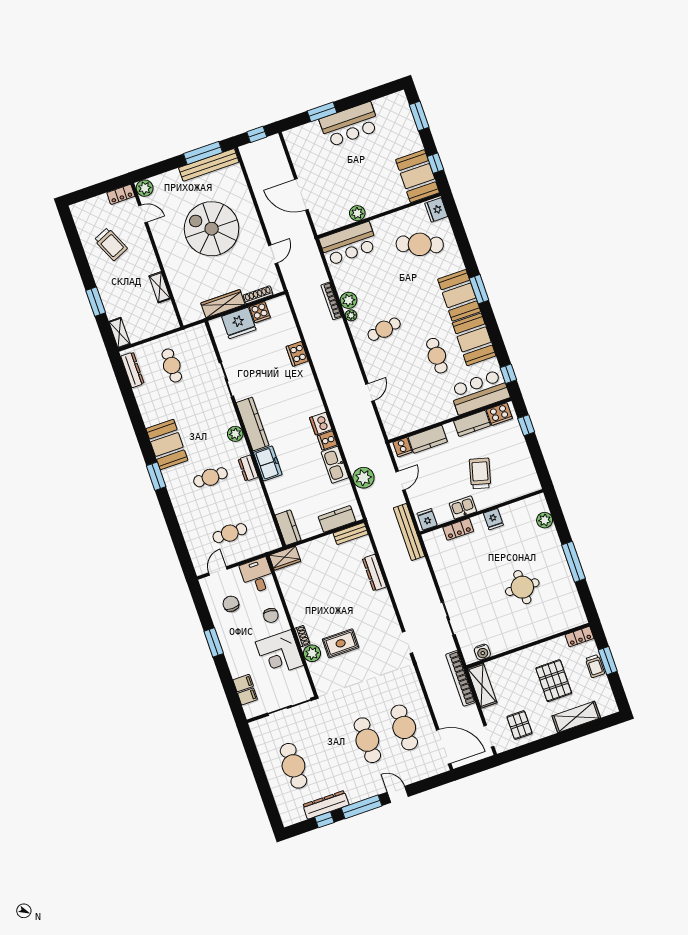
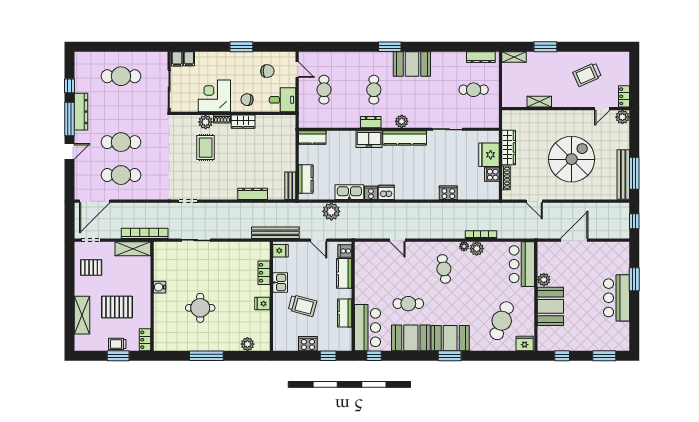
booth: (418, 176) -> (550, 306), moved, turned 90
cooker: (499, 414) -> (308, 344), moved, turned 90
wardrobe: (285, 558) -> (243, 122), moved, turned -90
water cooler: (482, 652) -> (160, 287), moved
filing cabinet: (243, 683) -> (177, 59), moved
dresser: (326, 805) -> (81, 112), moved

